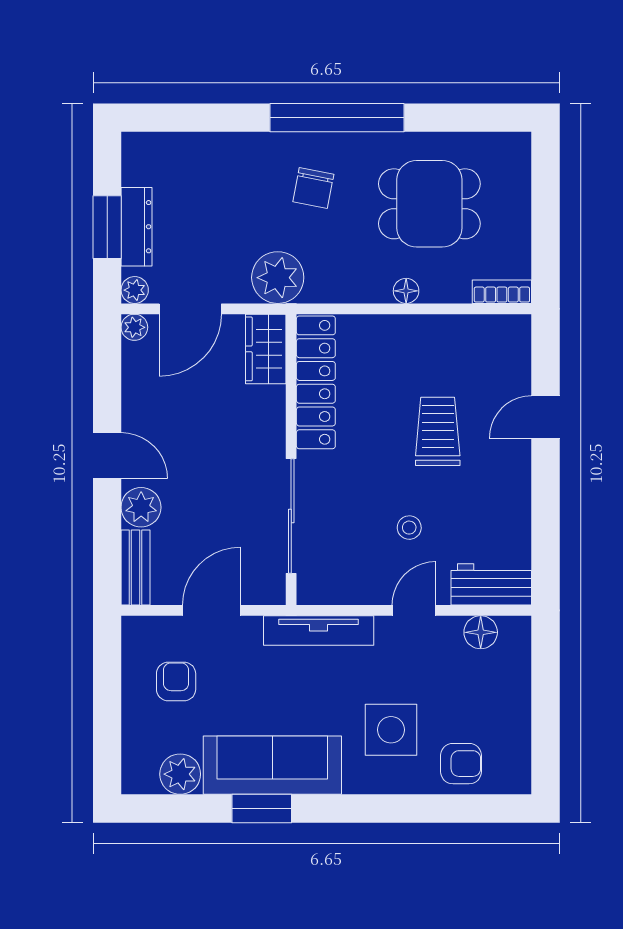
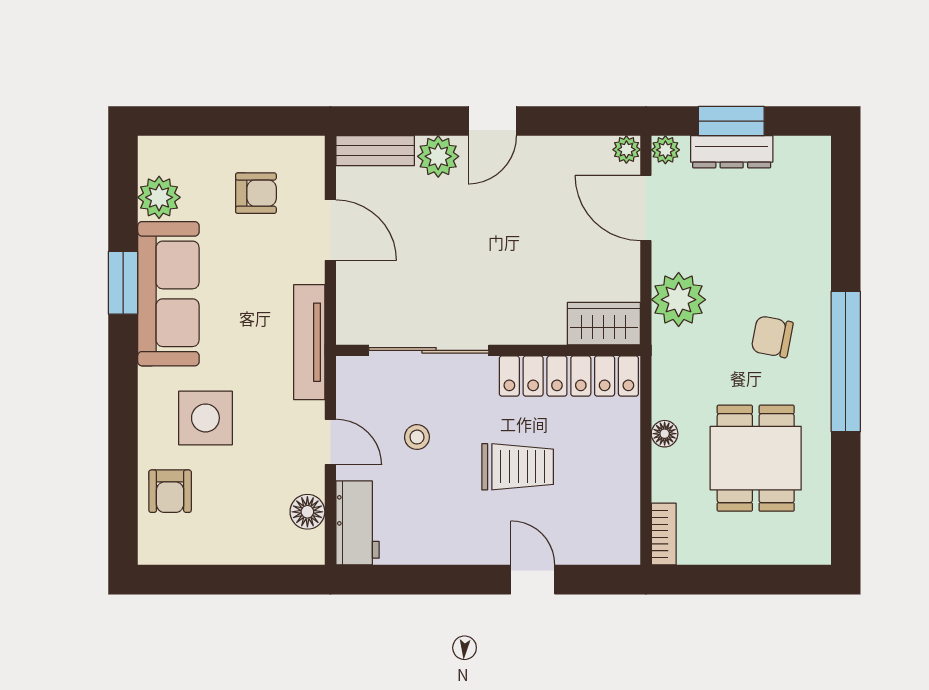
wardrobe: (266, 349) -> (604, 324), moved
locker: (316, 382) -> (569, 376), moved
wall: (291, 460) -> (488, 350), moved
sliding door: (291, 516) -> (429, 350), moved

